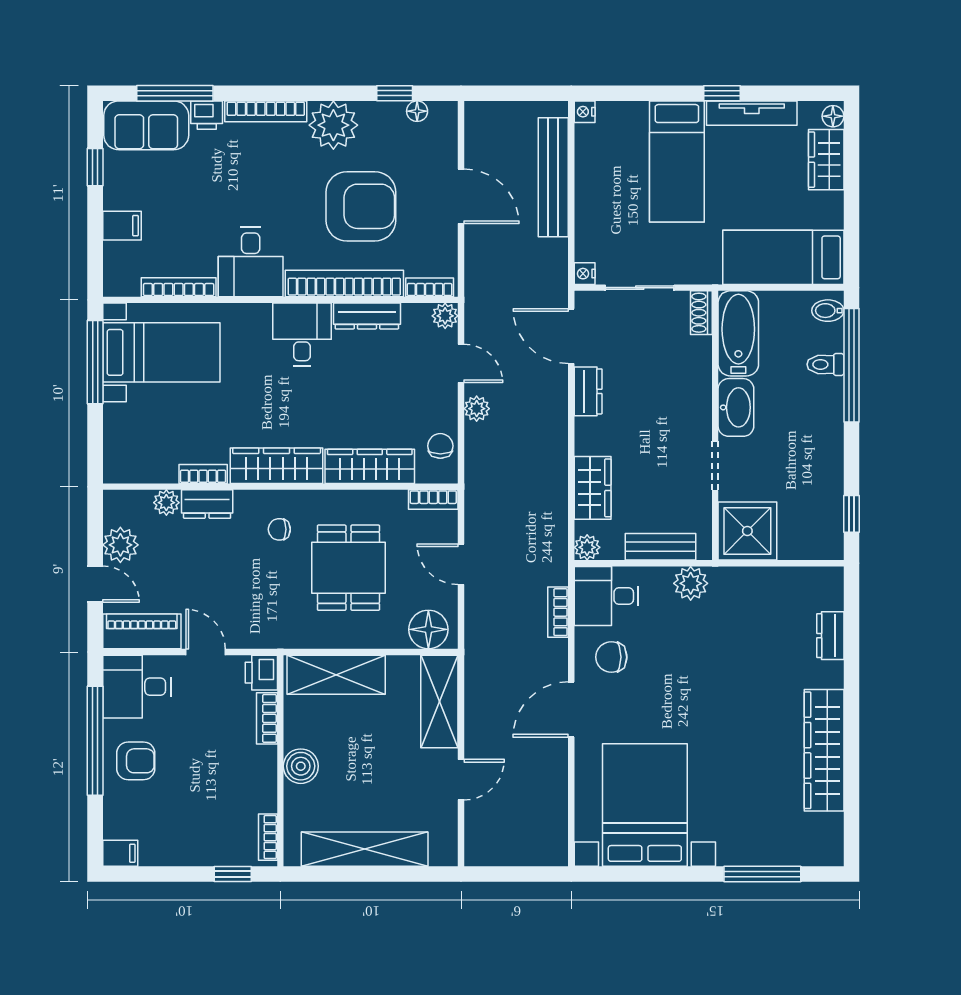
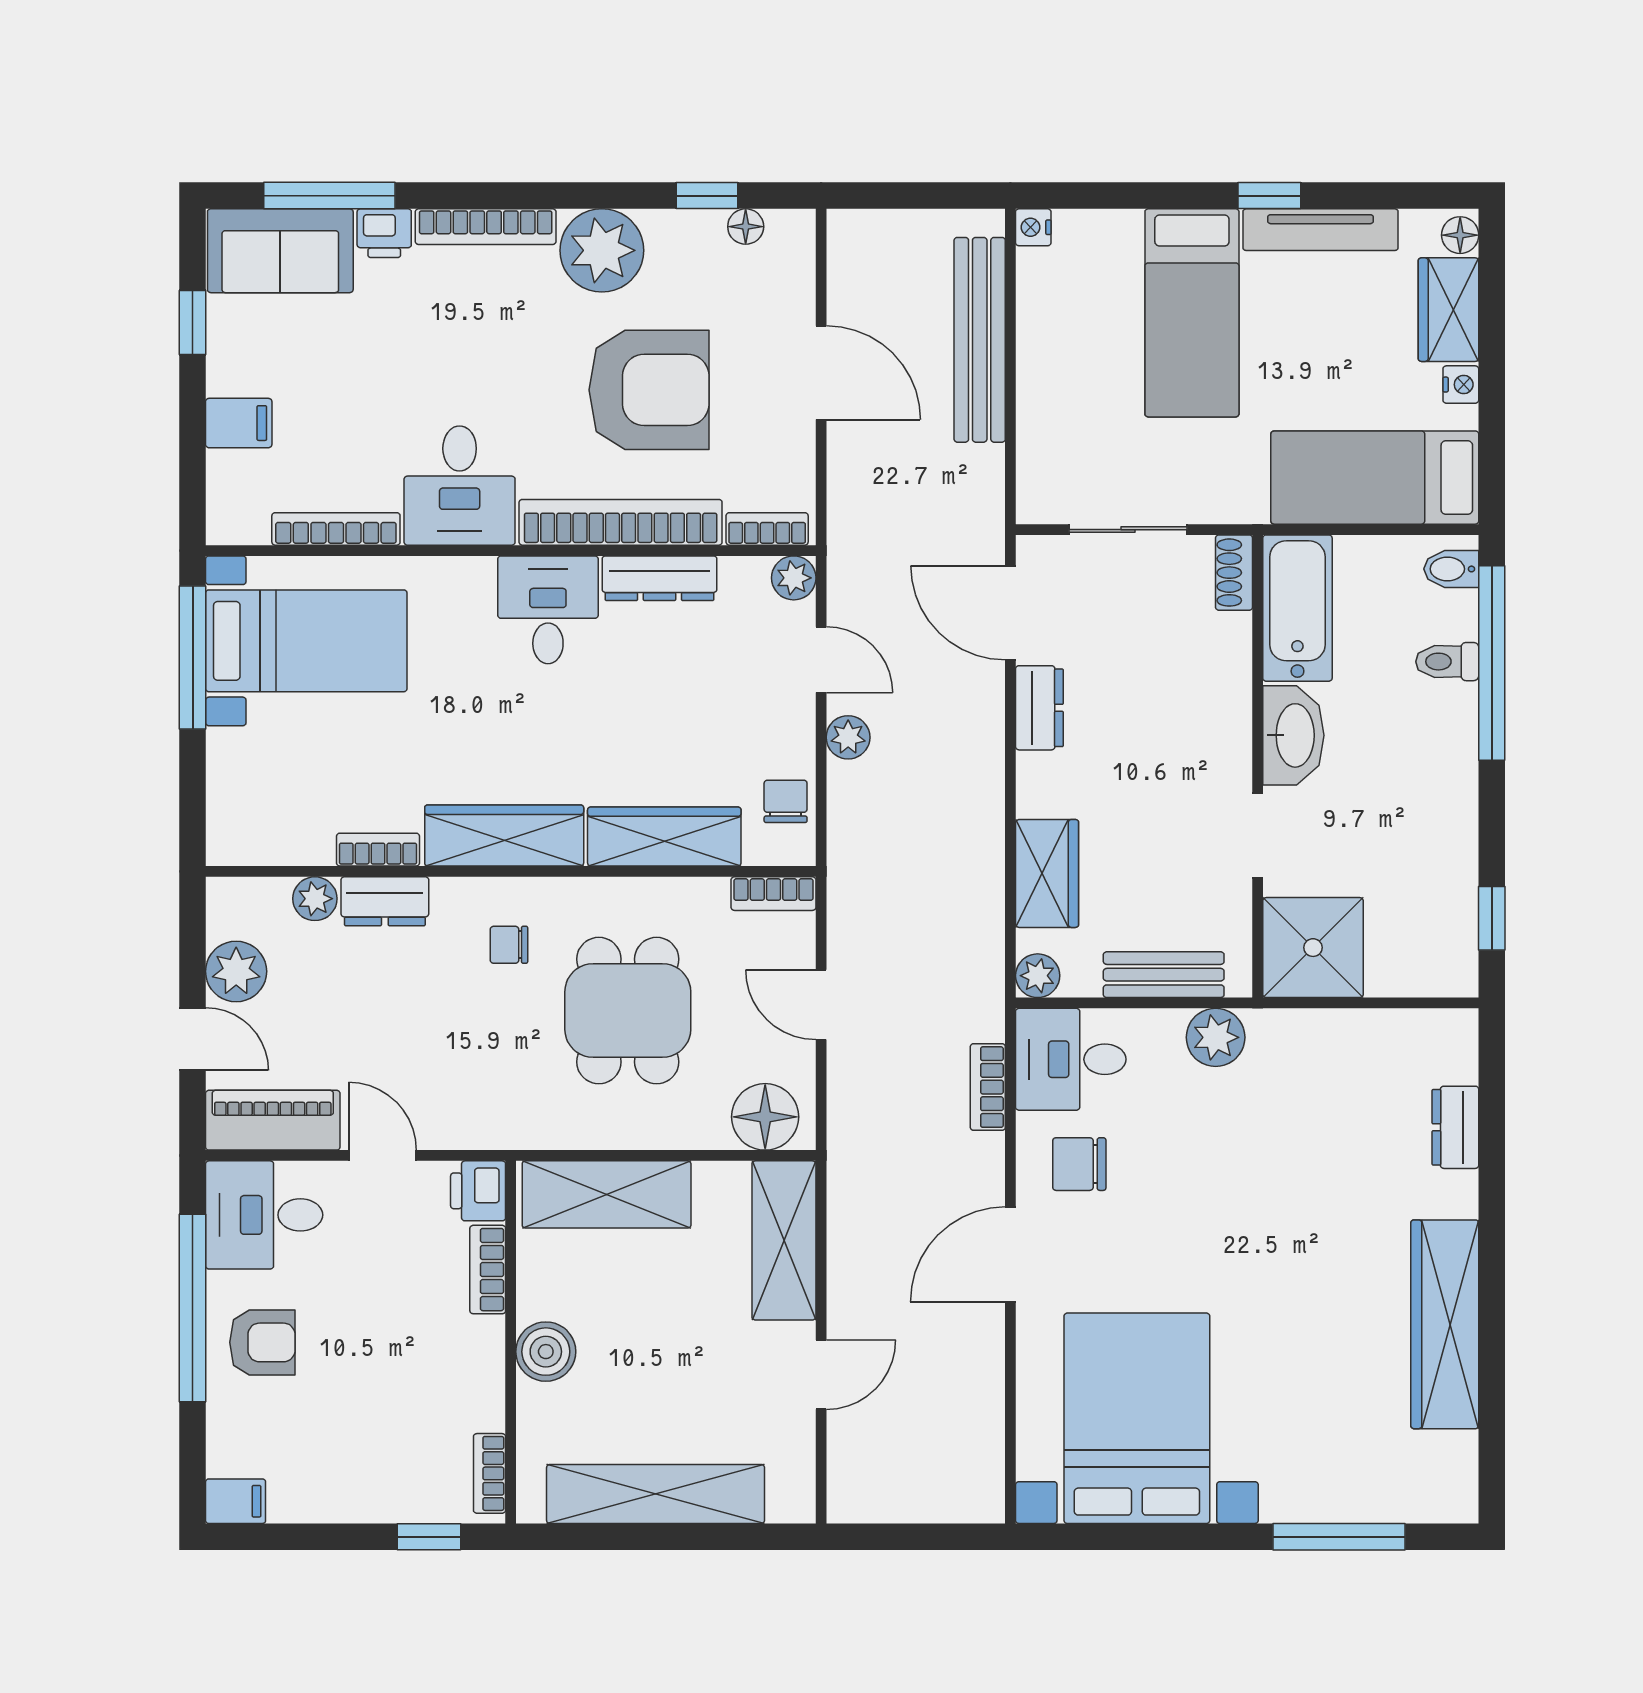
nightstand: (585, 274) -> (1461, 385), moved, turned 180

